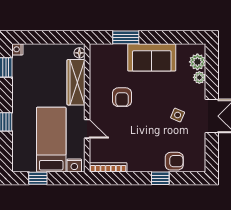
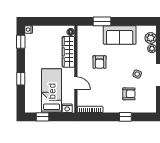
armchair: (174, 161) -> (129, 94), moved

